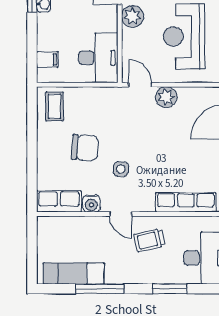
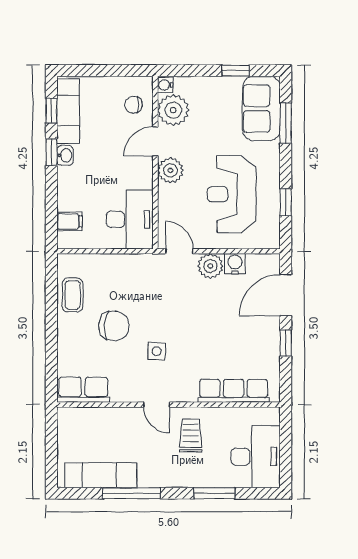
coffee table: (54, 106) -> (73, 295), moved
water cooler: (91, 204) -> (235, 264), moved, turned 180
trolley: (150, 240) -> (191, 436), turned 103

